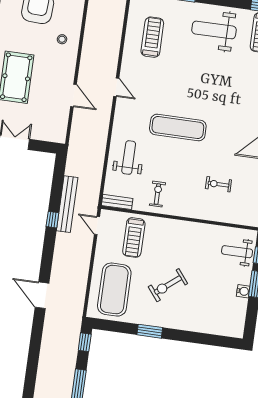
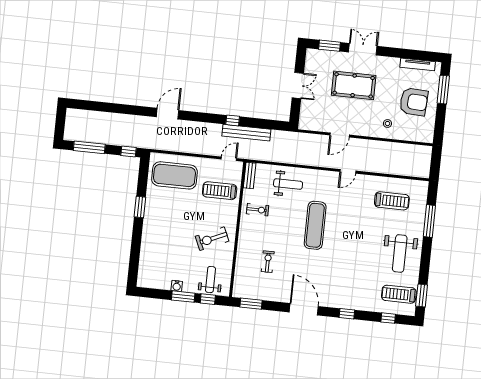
weight bench: (214, 30) -> (400, 253), turned 180
exercise bike: (168, 285) -> (212, 239), moved, turned -75

